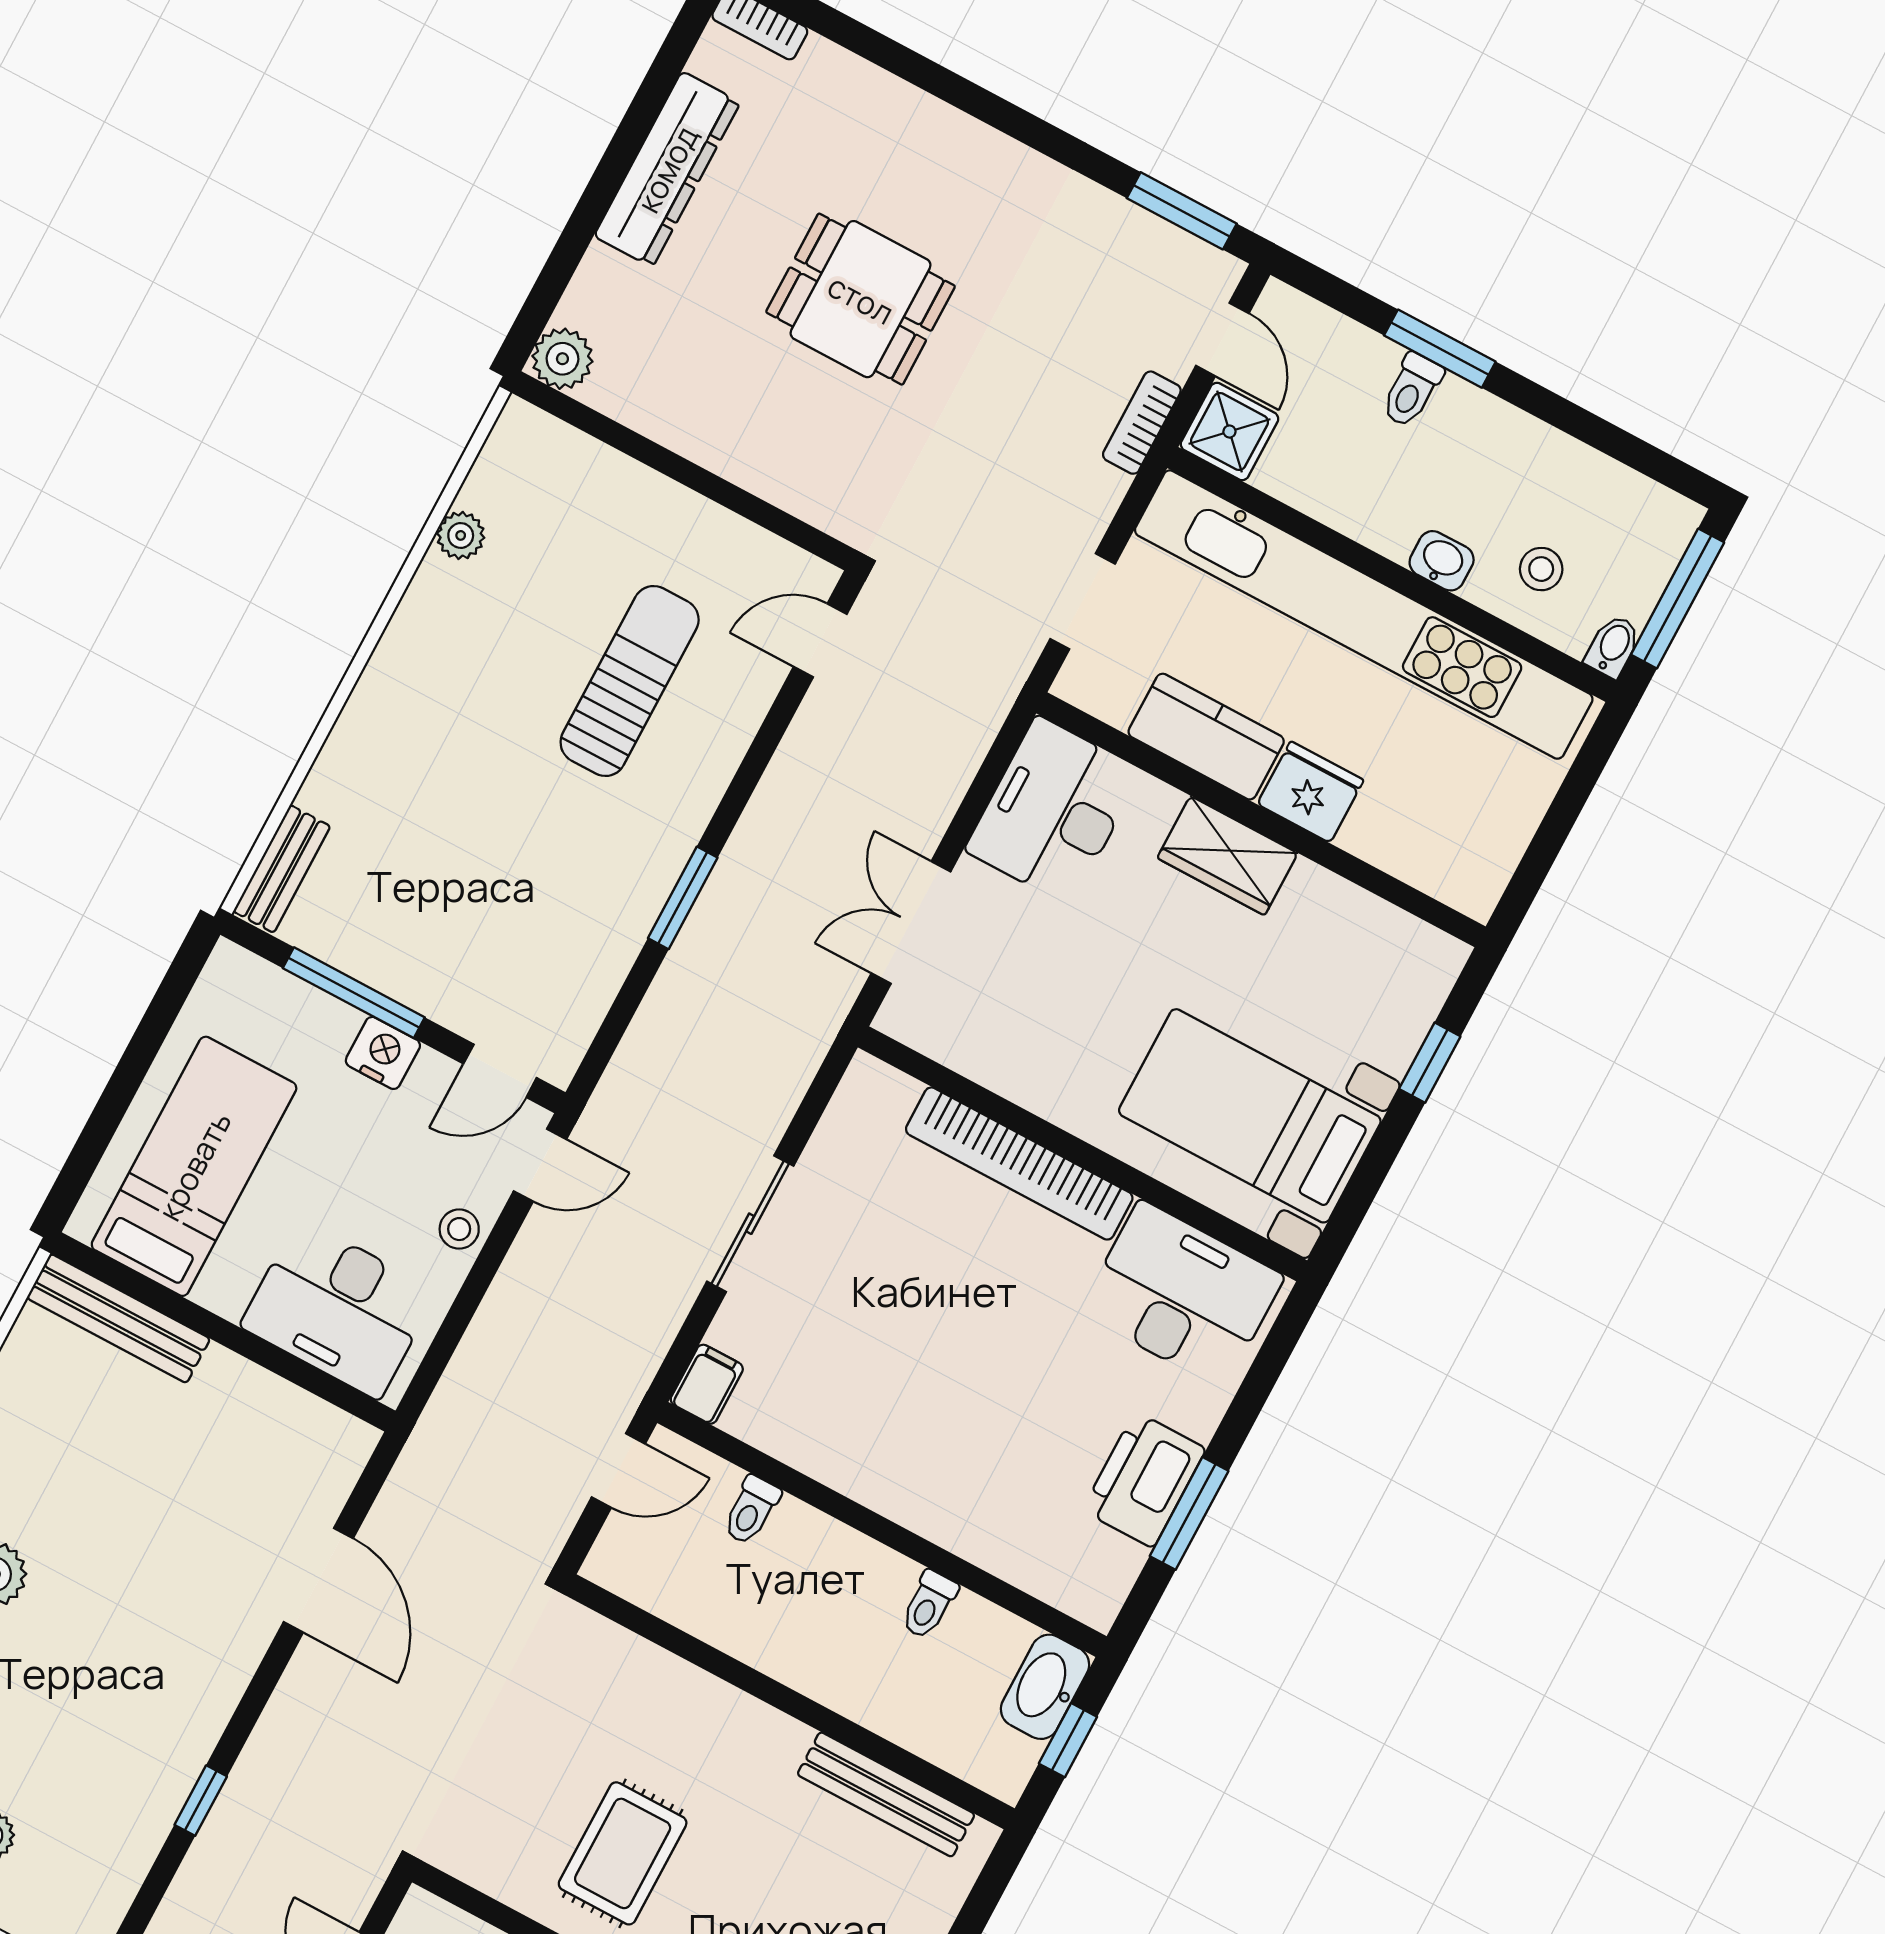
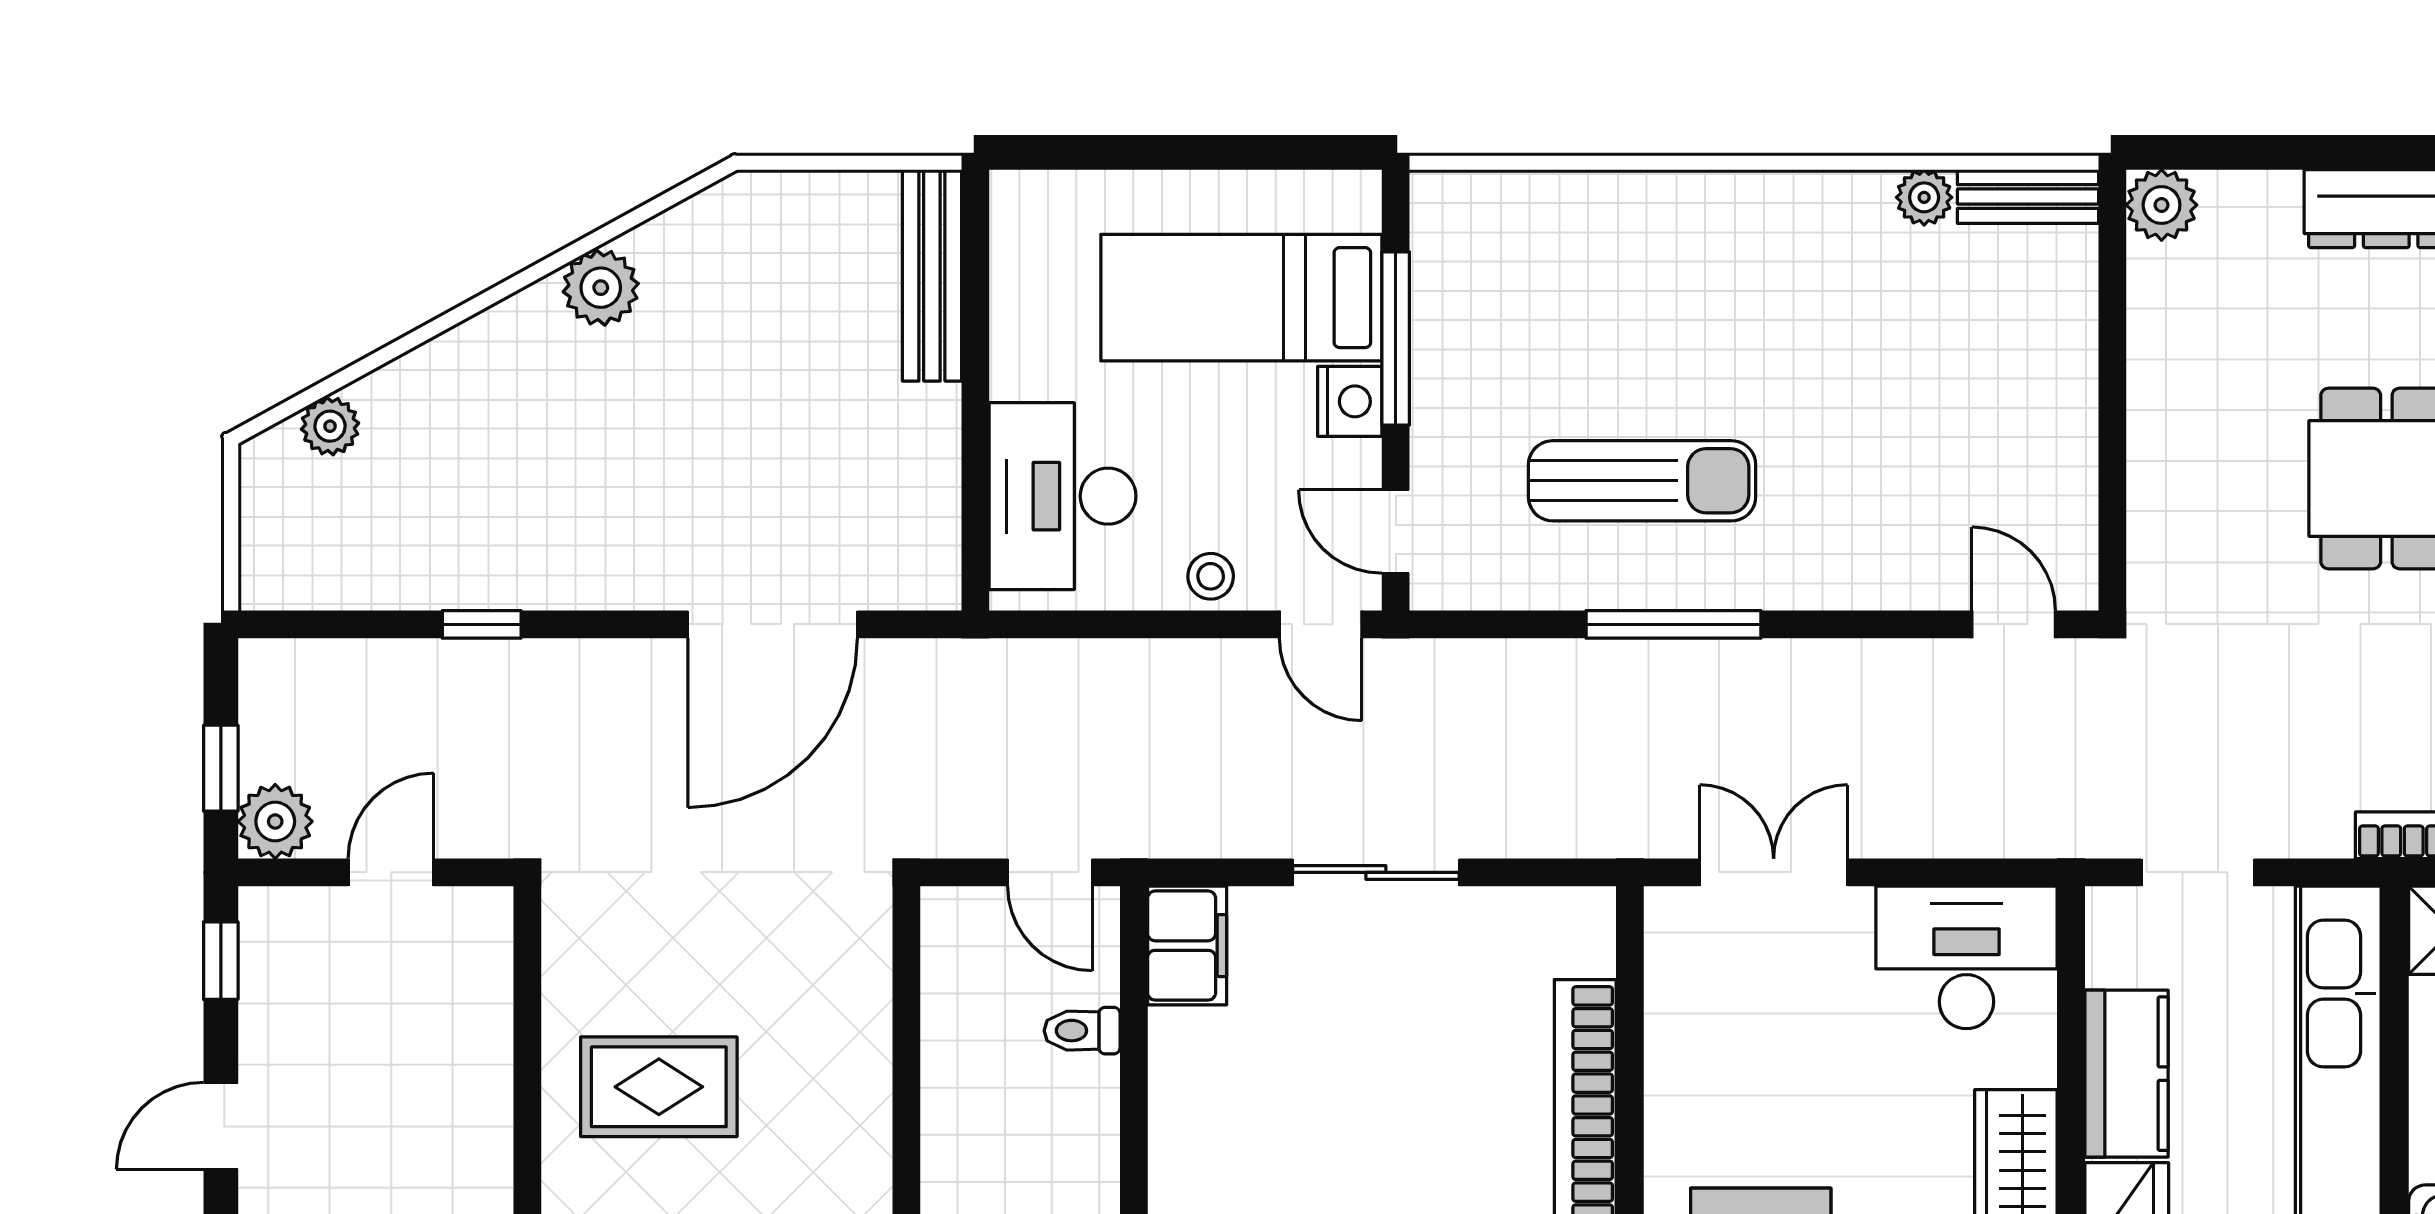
sun lounger: (630, 681) -> (1642, 481), moved
bench: (282, 869) -> (2028, 197), moved
window: (683, 898) -> (1674, 624), width x1.44
bed: (194, 1166) -> (1241, 298), moved, turned 180
filing cabinet: (707, 1384) -> (1187, 946), width x2.00
door: (318, 1580) -> (773, 624), width x1.36

